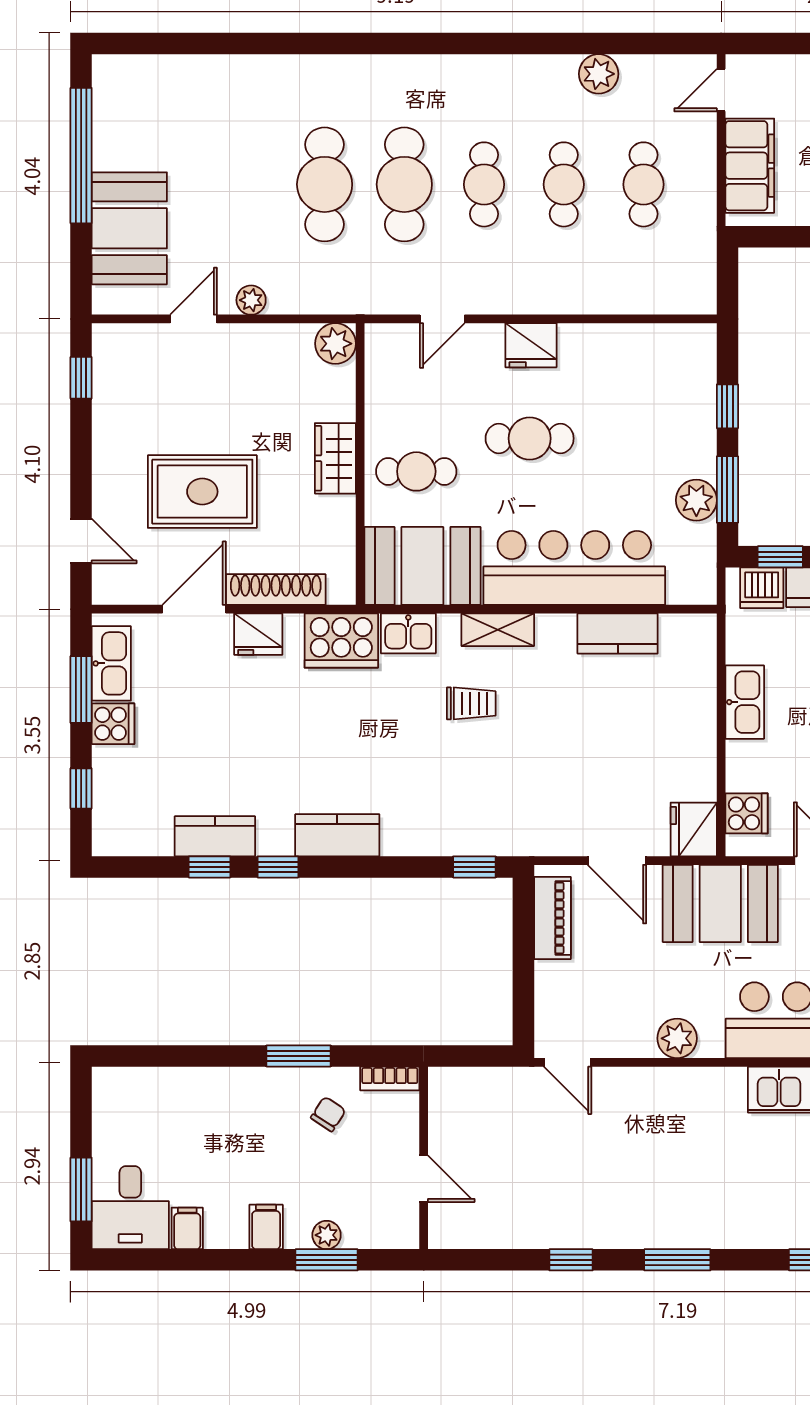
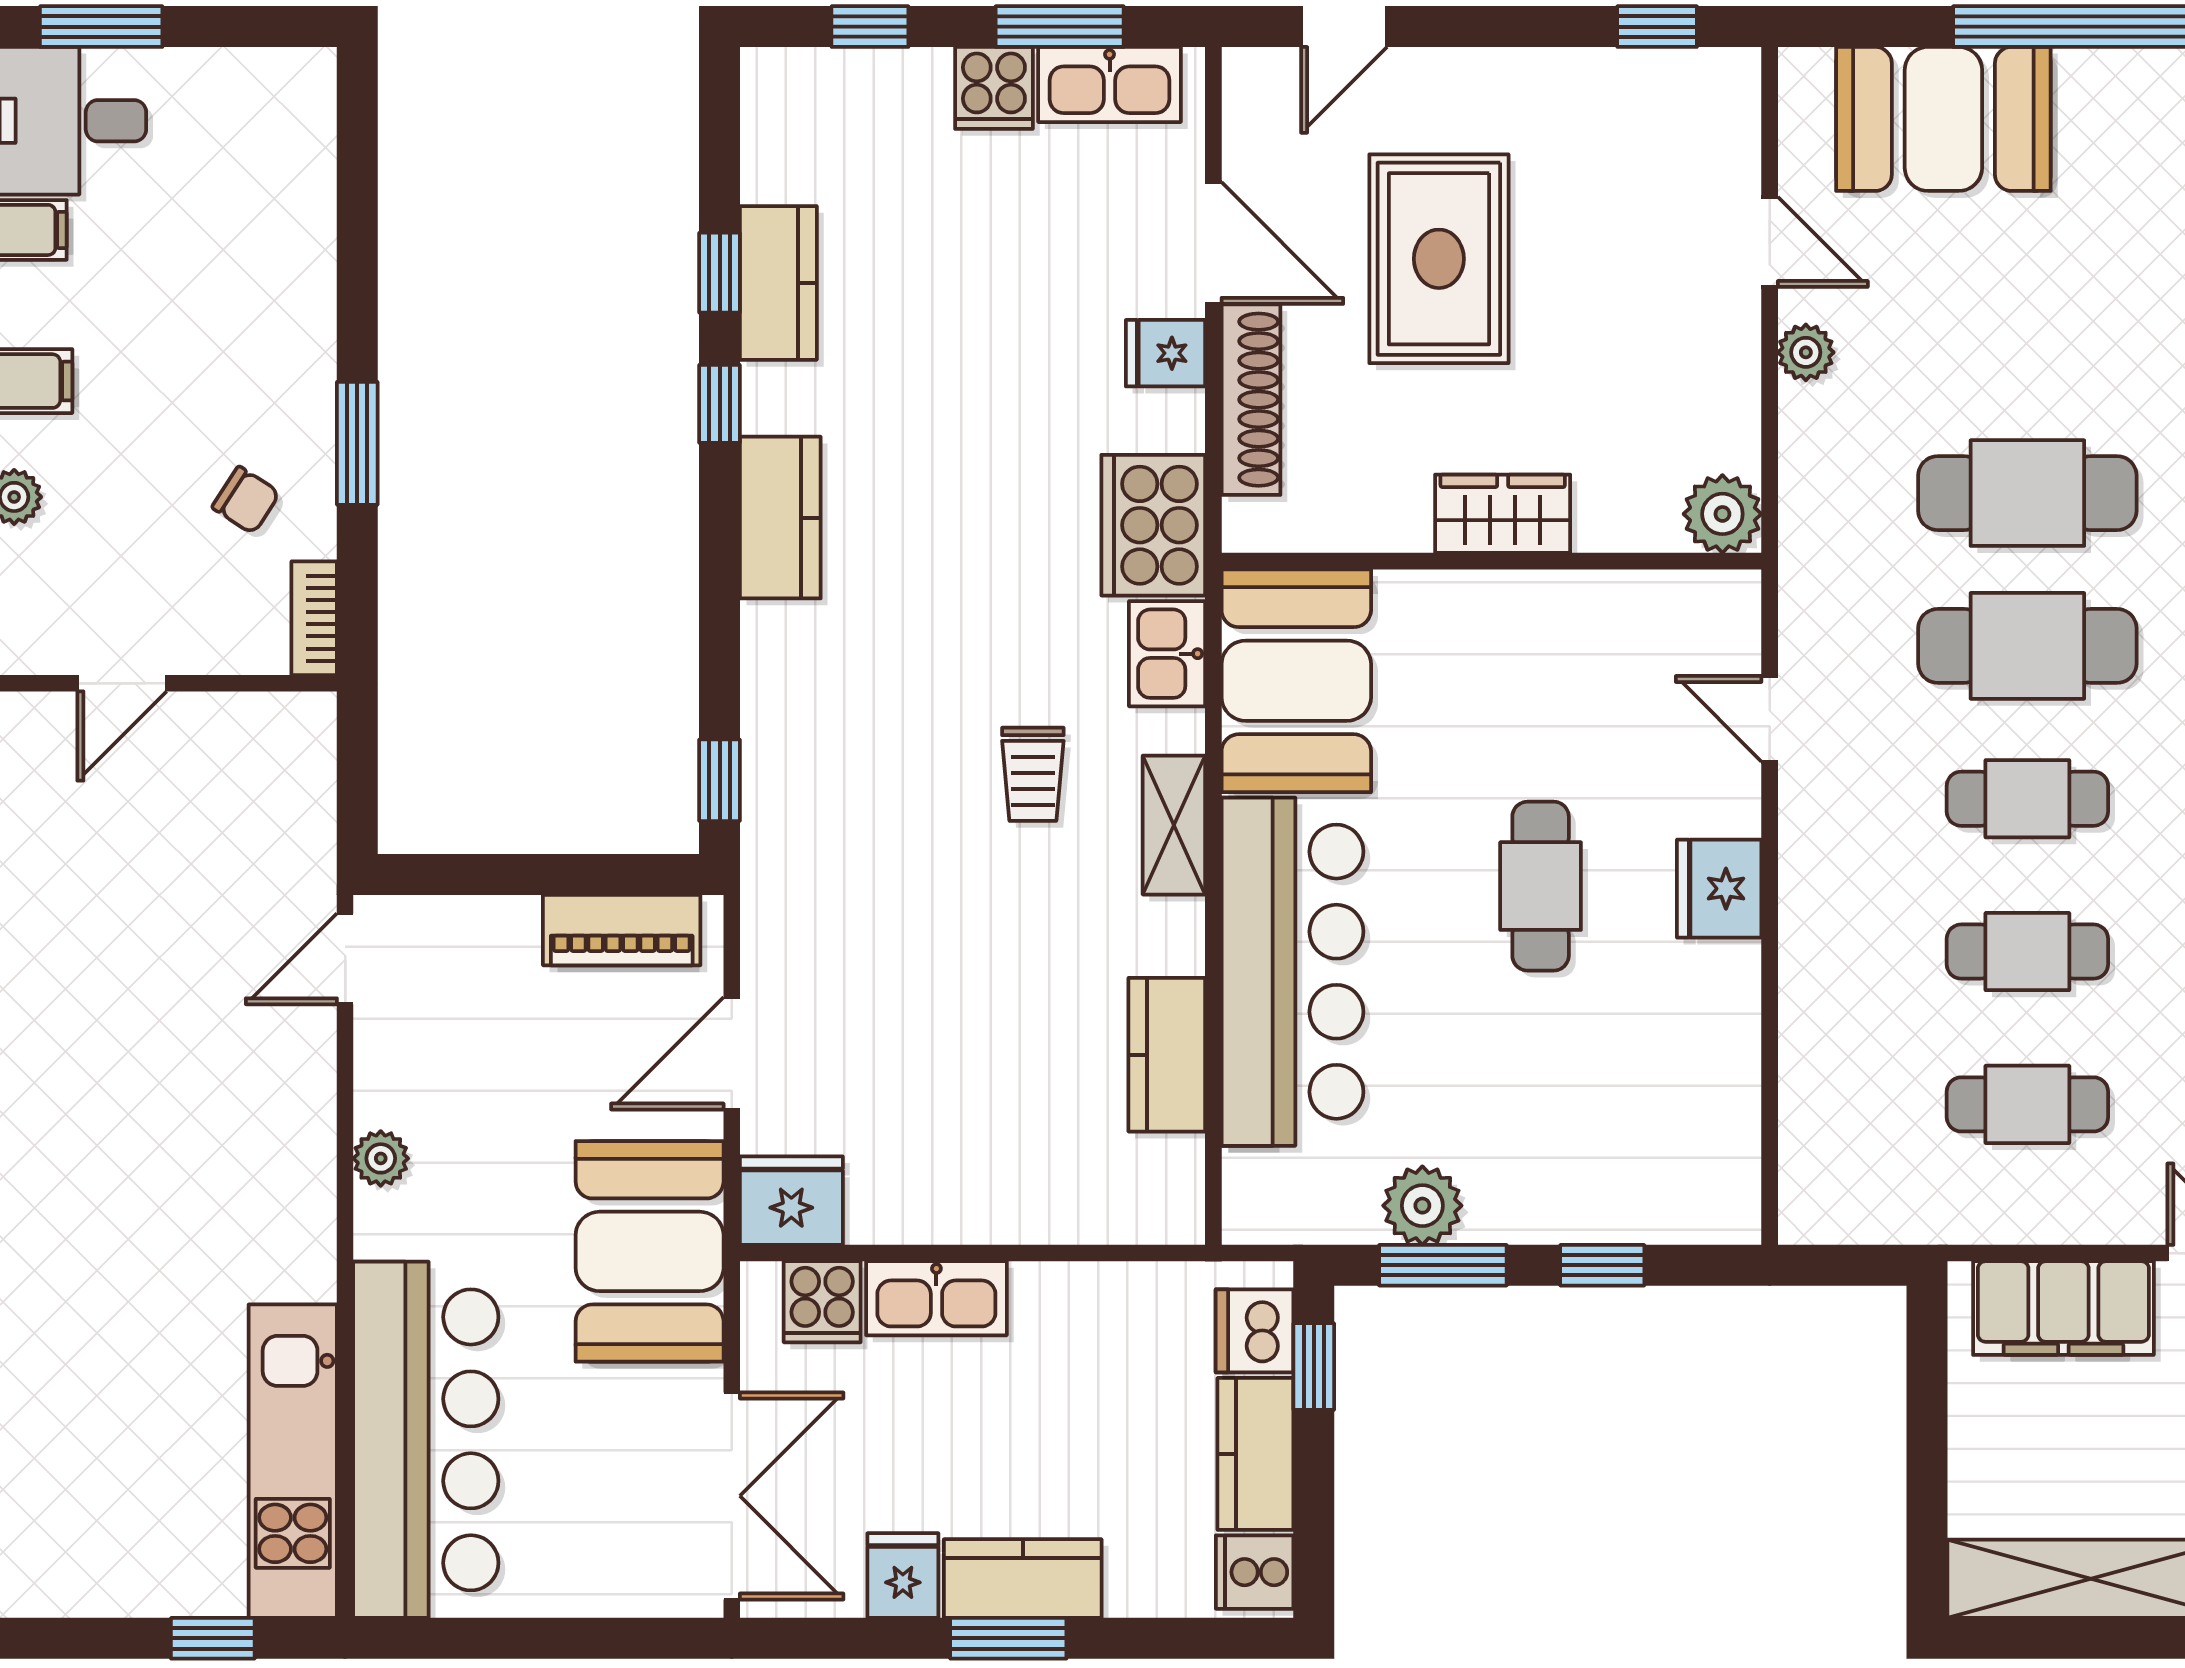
cafe table: (416, 471) -> (1477, 669), removed
fridge: (258, 634) -> (1166, 353), width x0.72
kitchen sink: (745, 702) -> (936, 1298), moved
plant: (677, 1038) -> (381, 1158), width x0.73, depth x0.73

